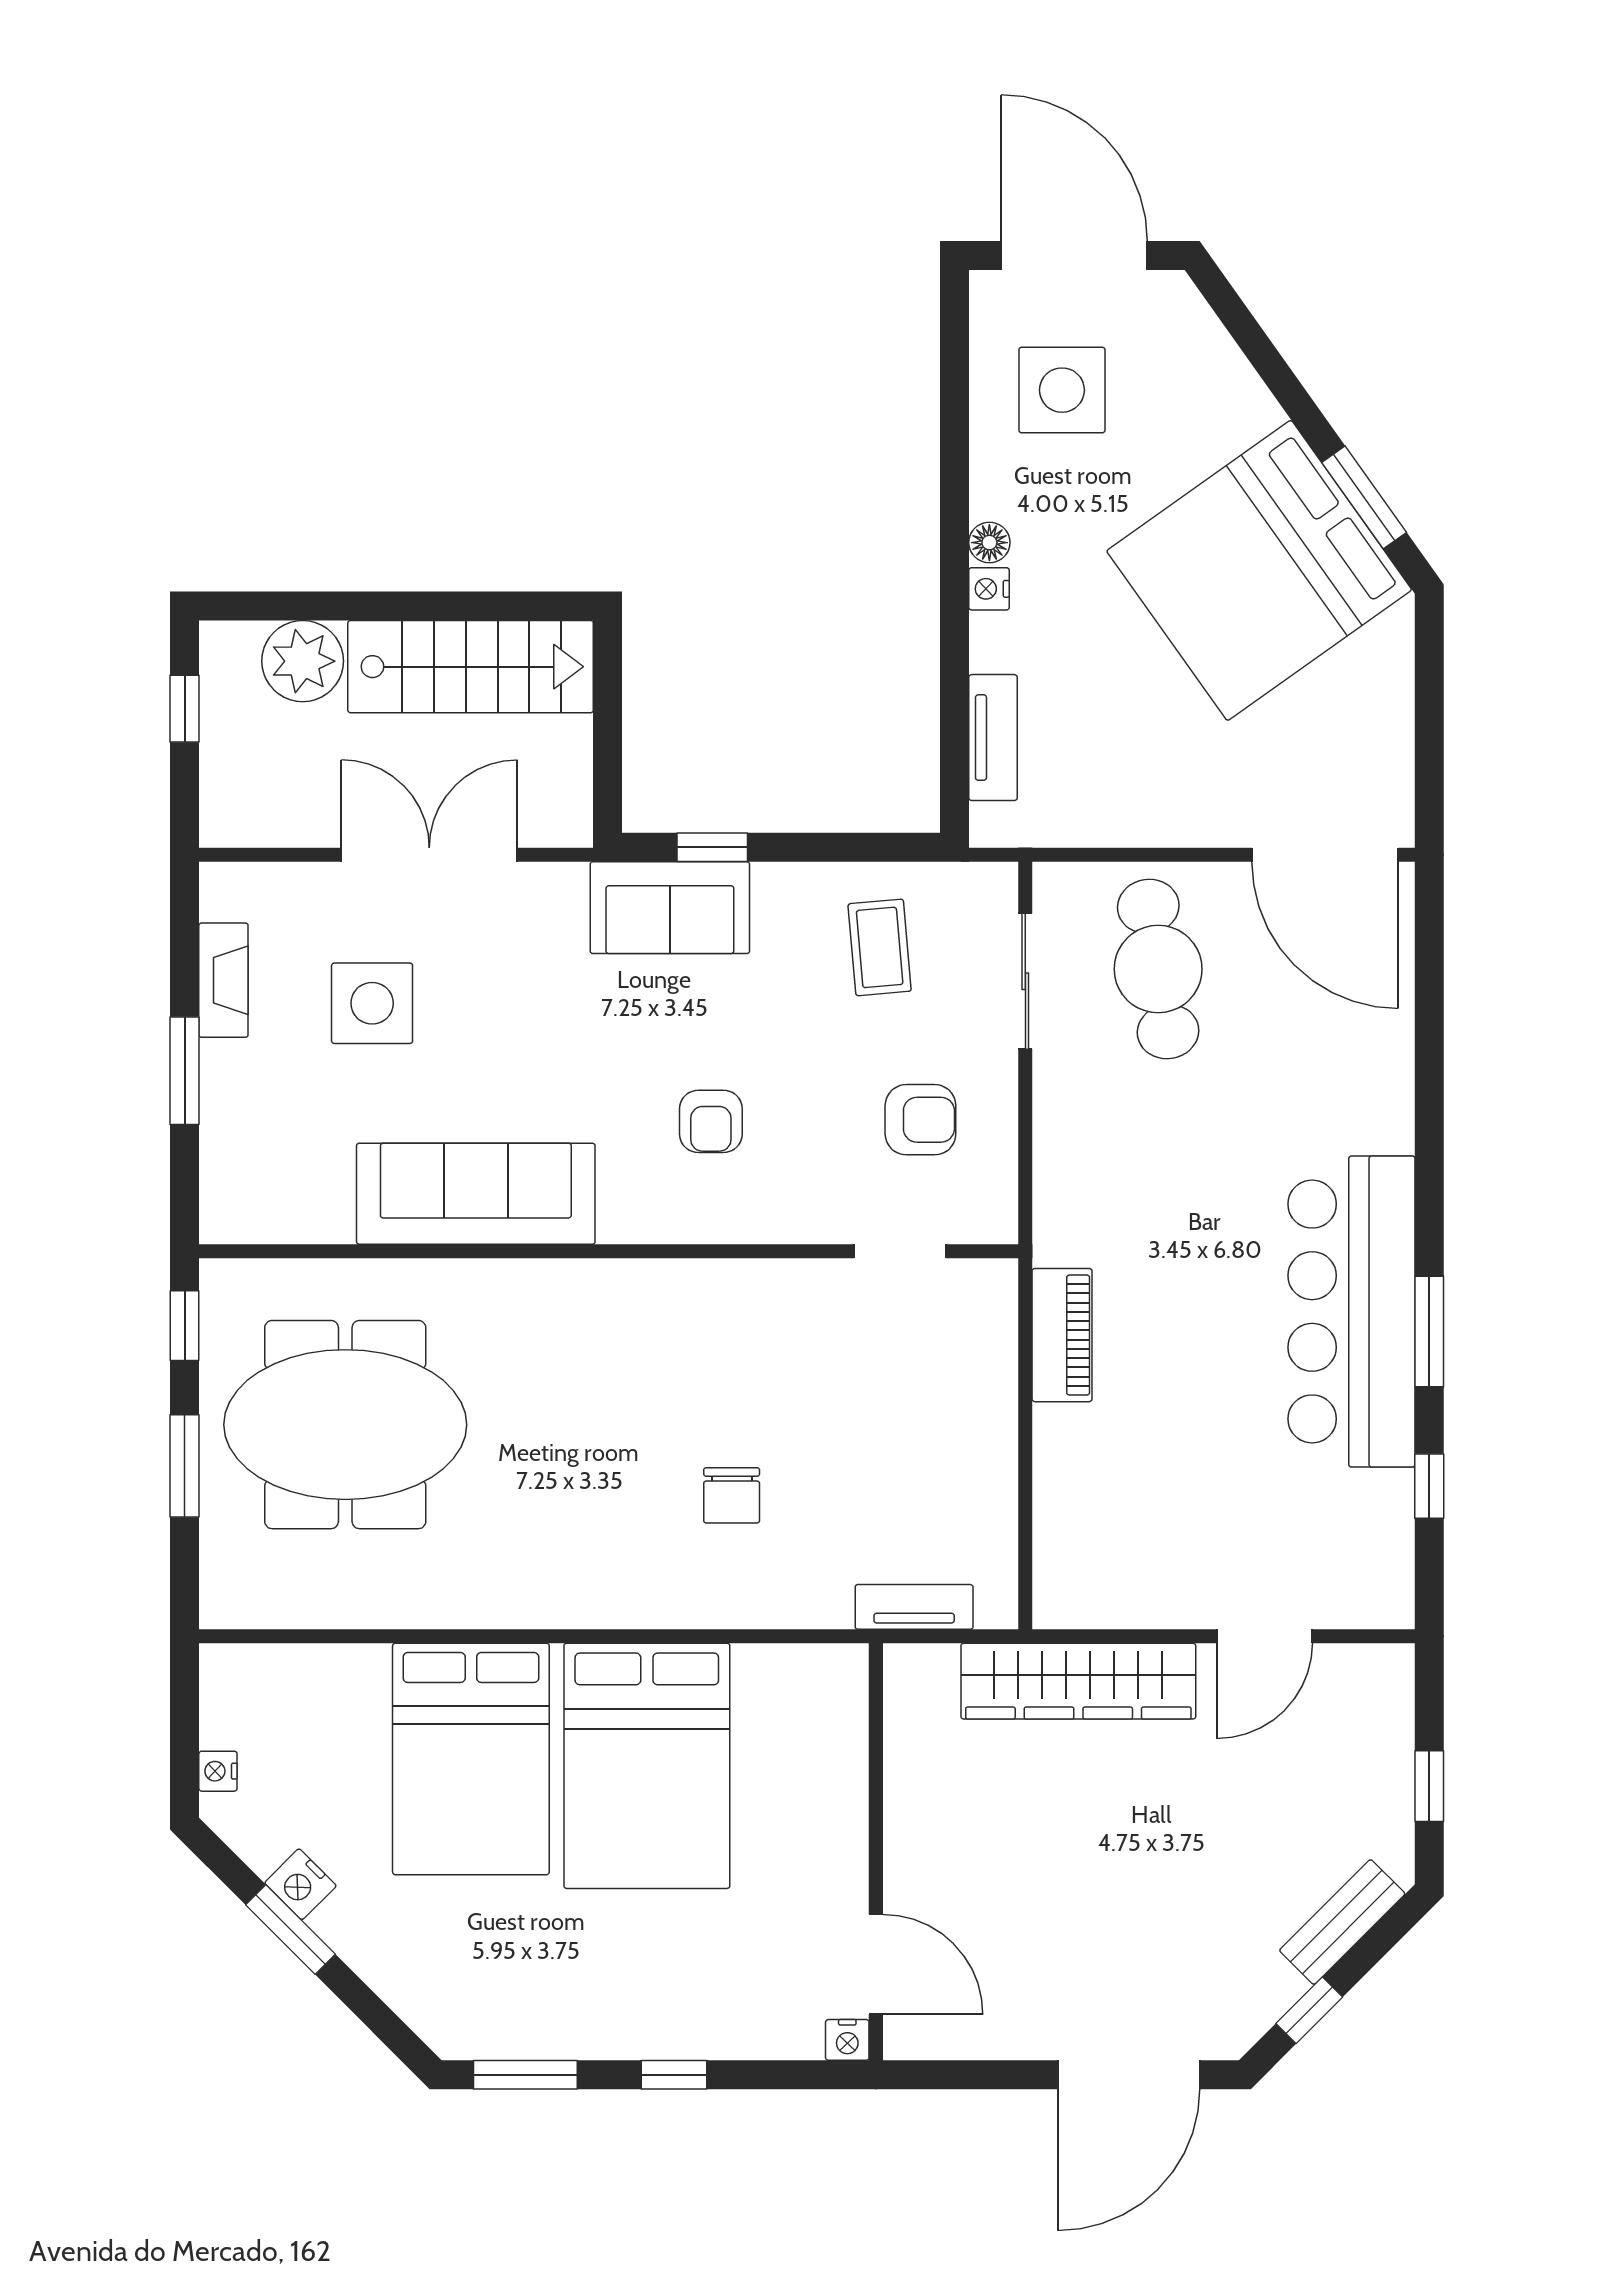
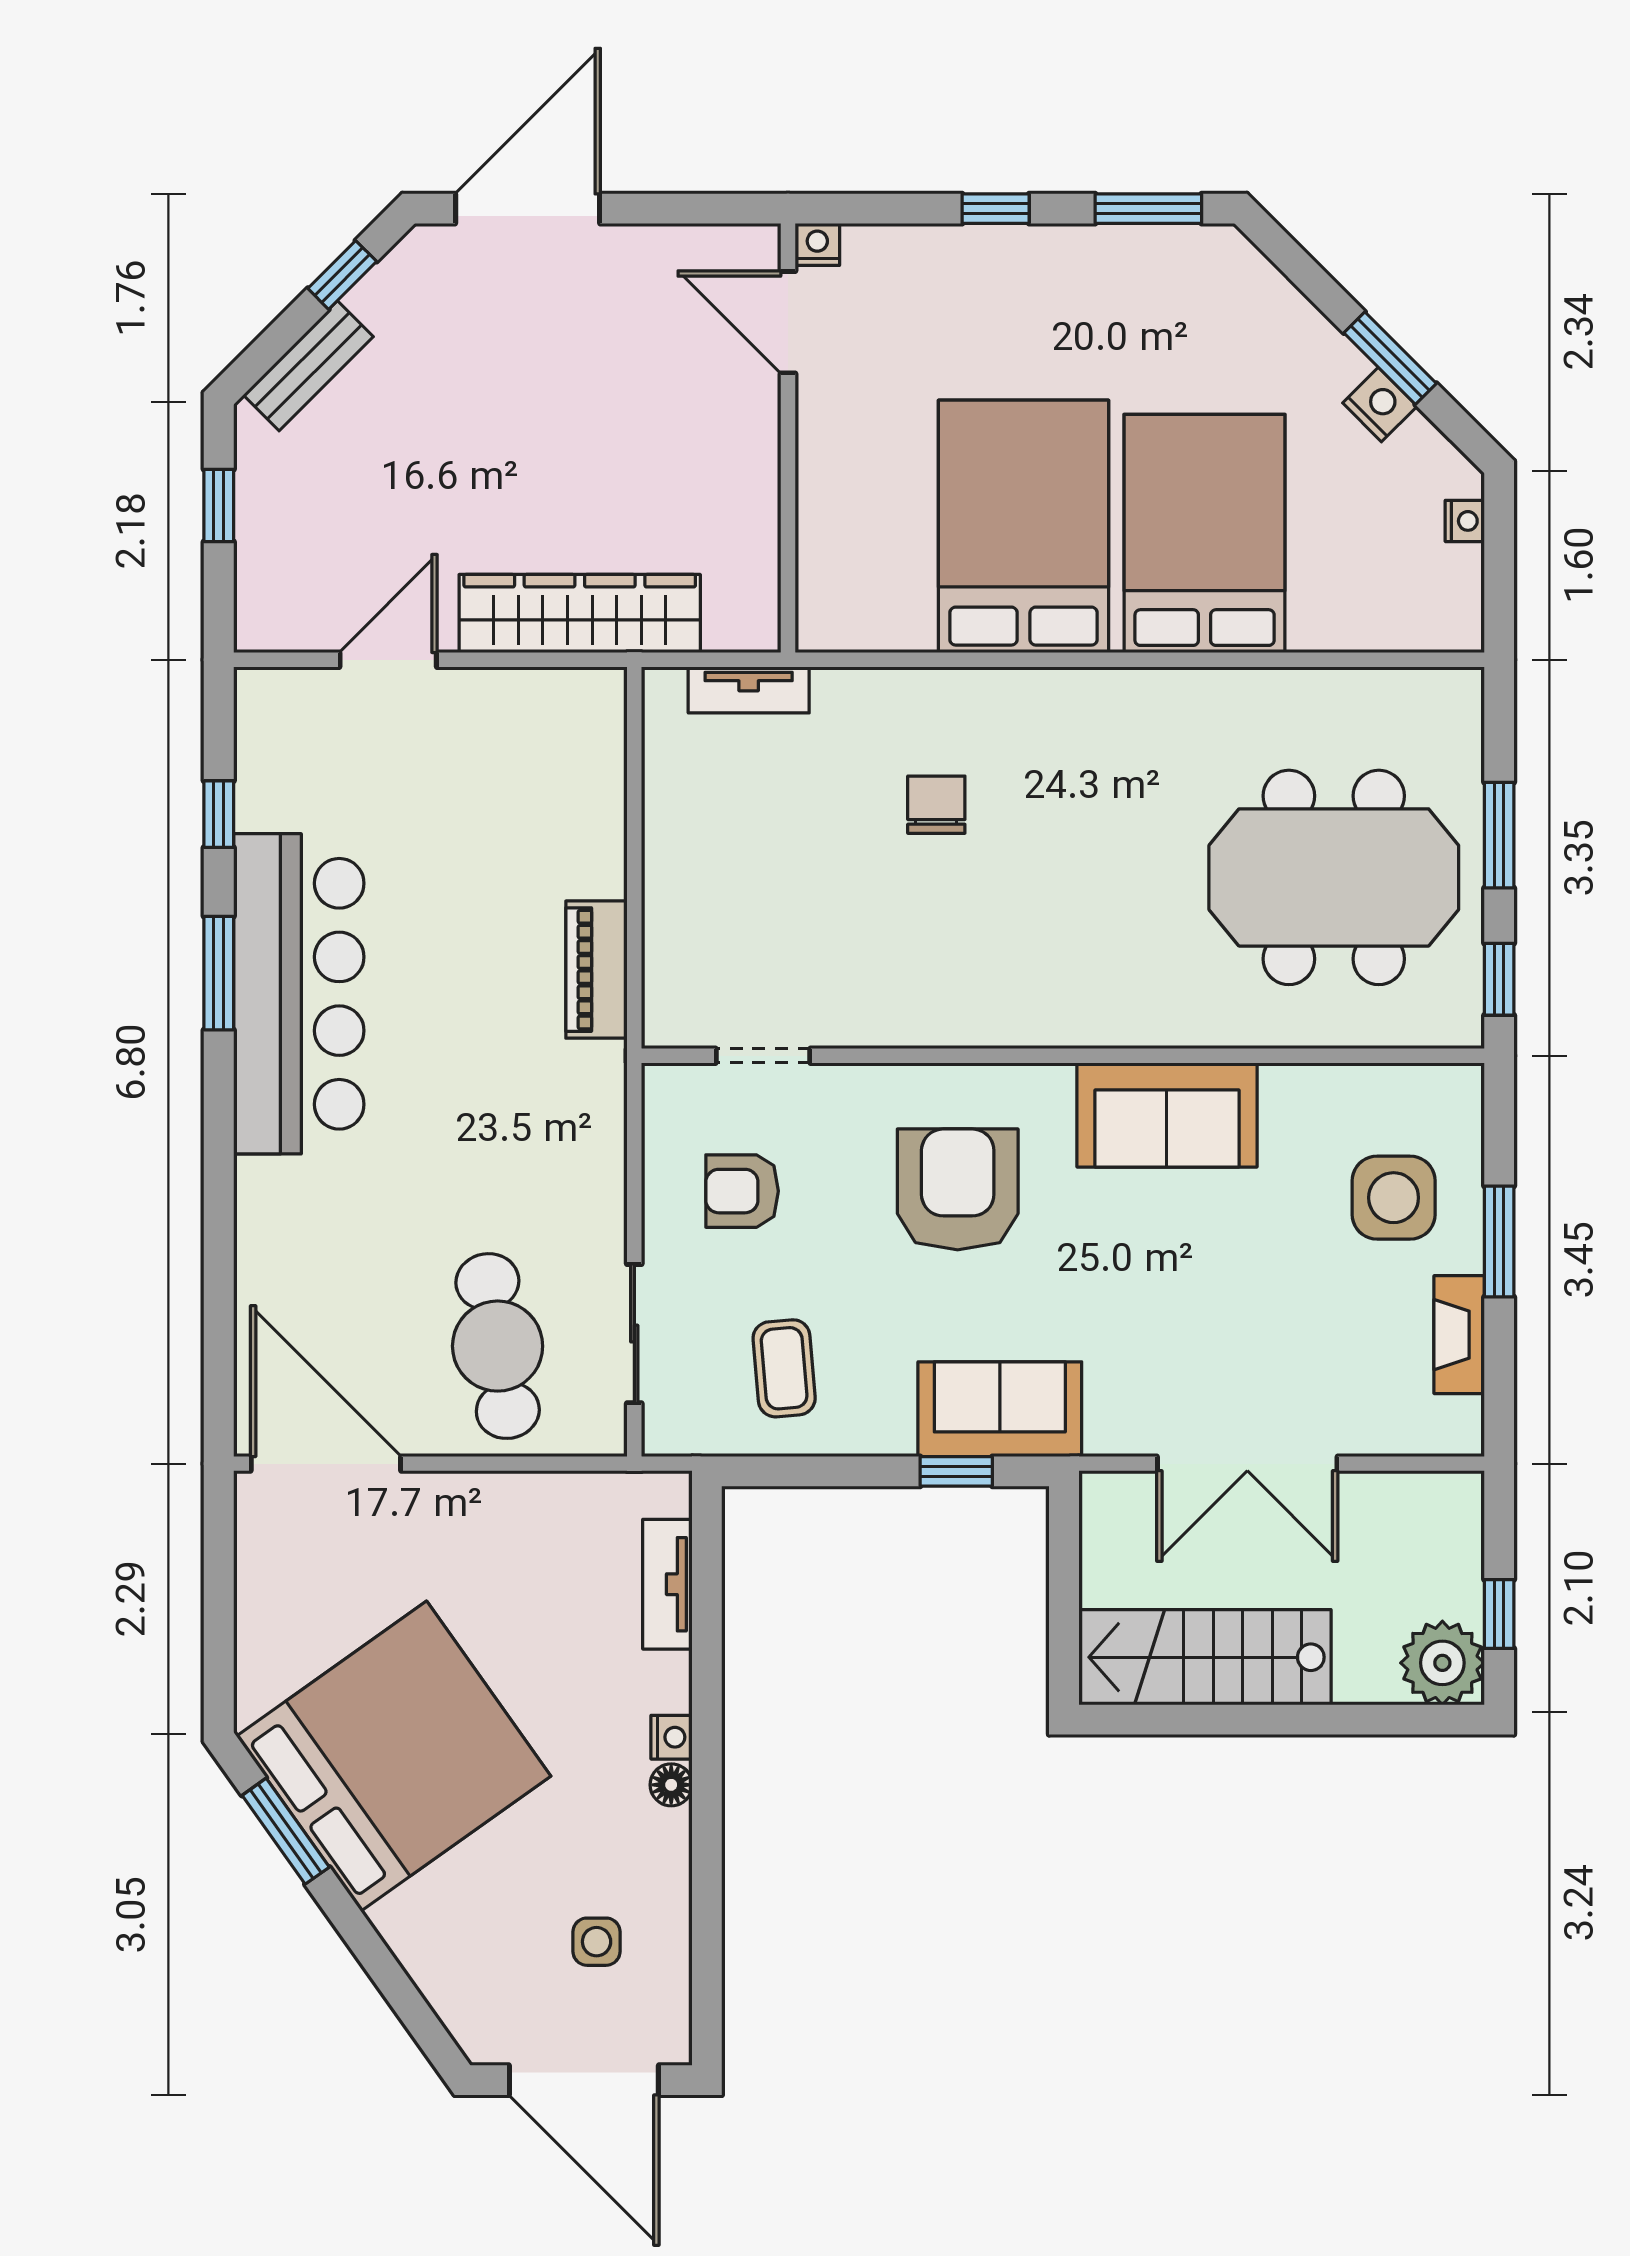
side table: (1062, 390) -> (597, 1942), width x0.54, depth x0.54
plant: (303, 661) -> (1442, 1663), moved
side table: (372, 1003) -> (1394, 1198), moved
armchair: (711, 1121) -> (958, 1189), width x1.88, depth x1.88
sofa: (476, 1194) -> (1167, 1115), width x0.73

